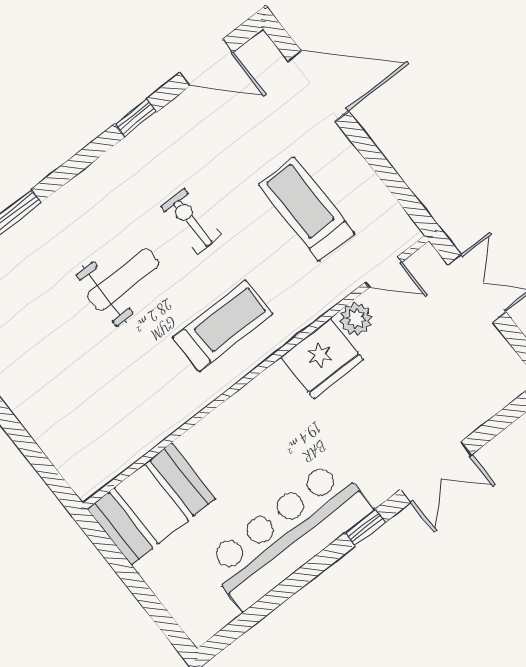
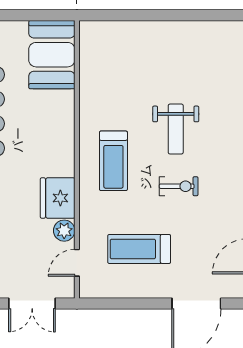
treadmill: (306, 209) -> (139, 249), turned 180

